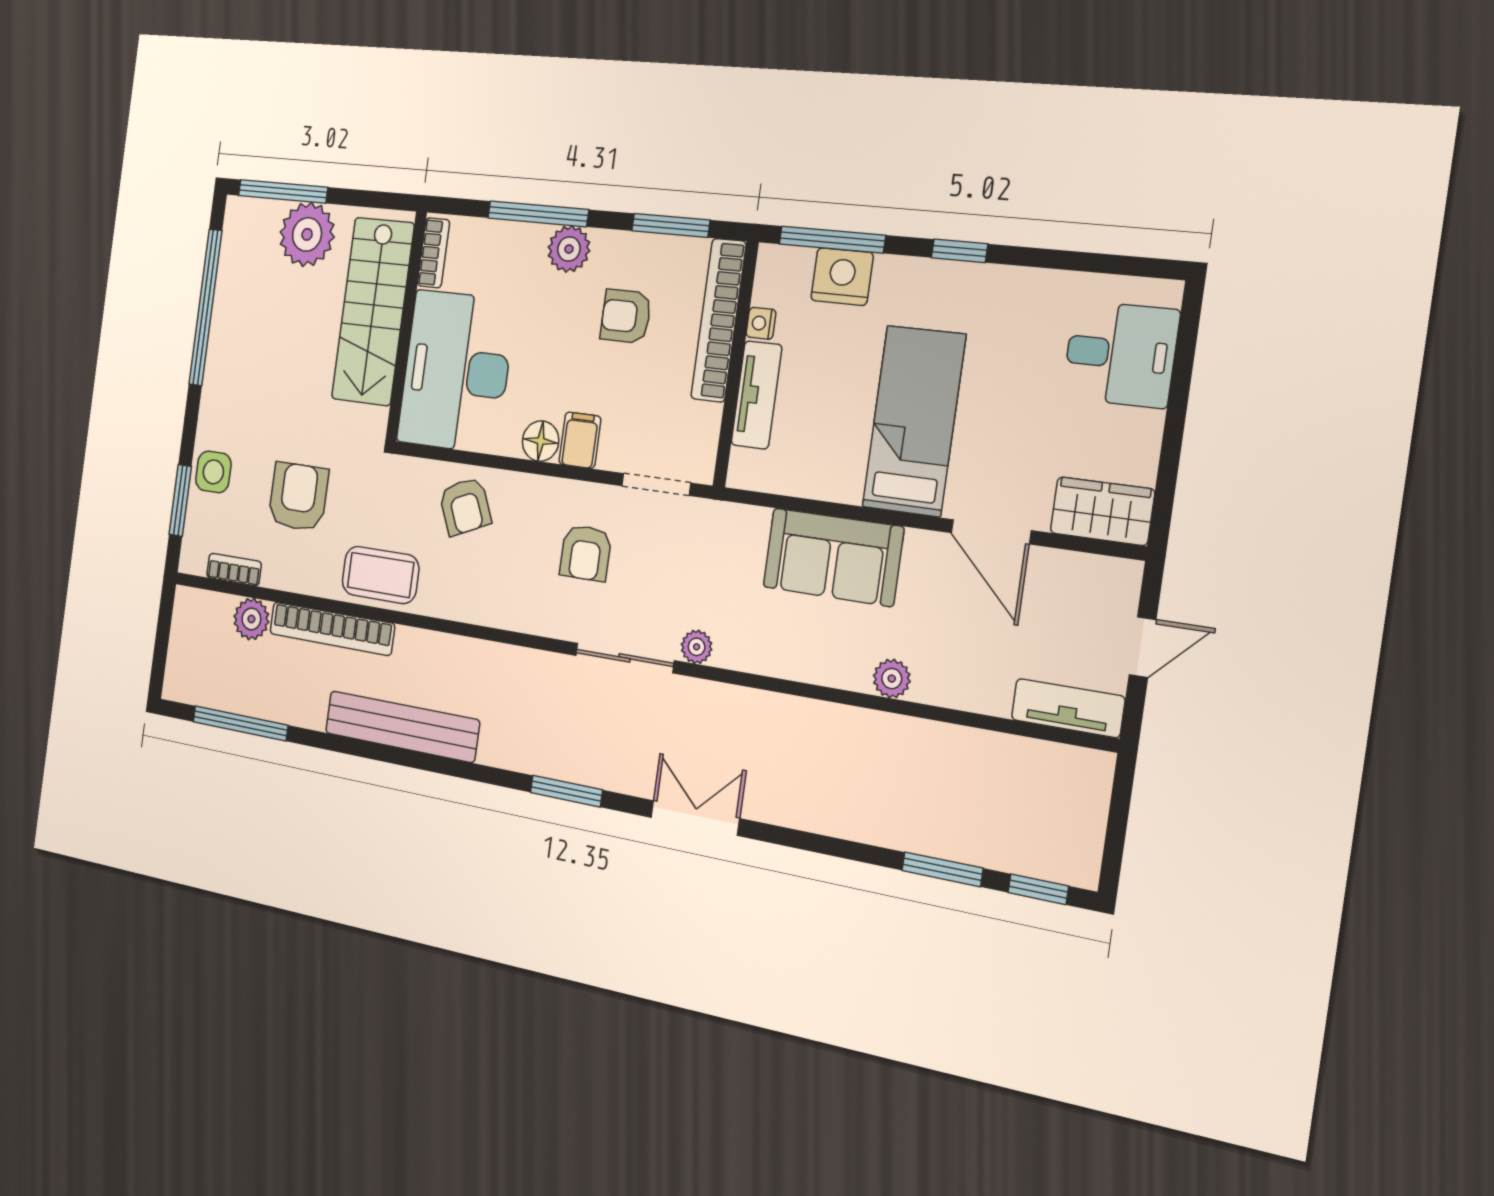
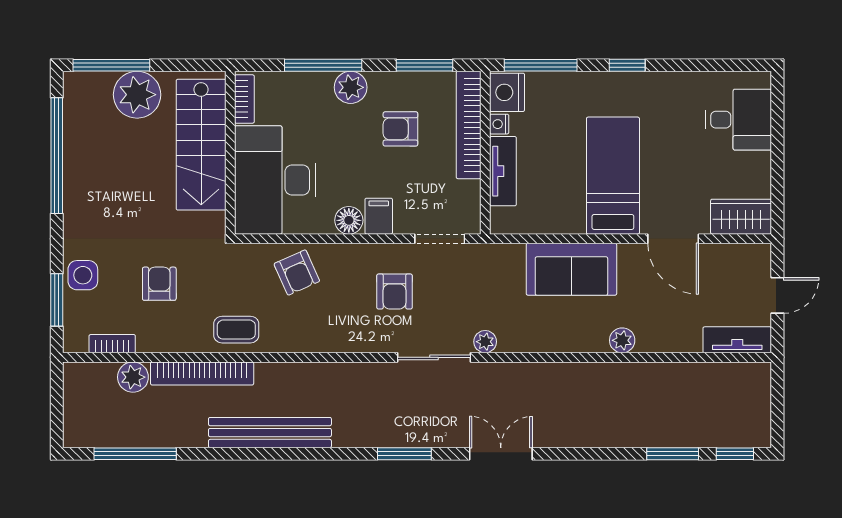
nightstand: (842, 277) -> (507, 92), moved, turned -90
armchair: (298, 497) -> (159, 284), width x0.72, depth x0.72
coffee table: (380, 575) -> (236, 330), width x0.73, depth x0.77

